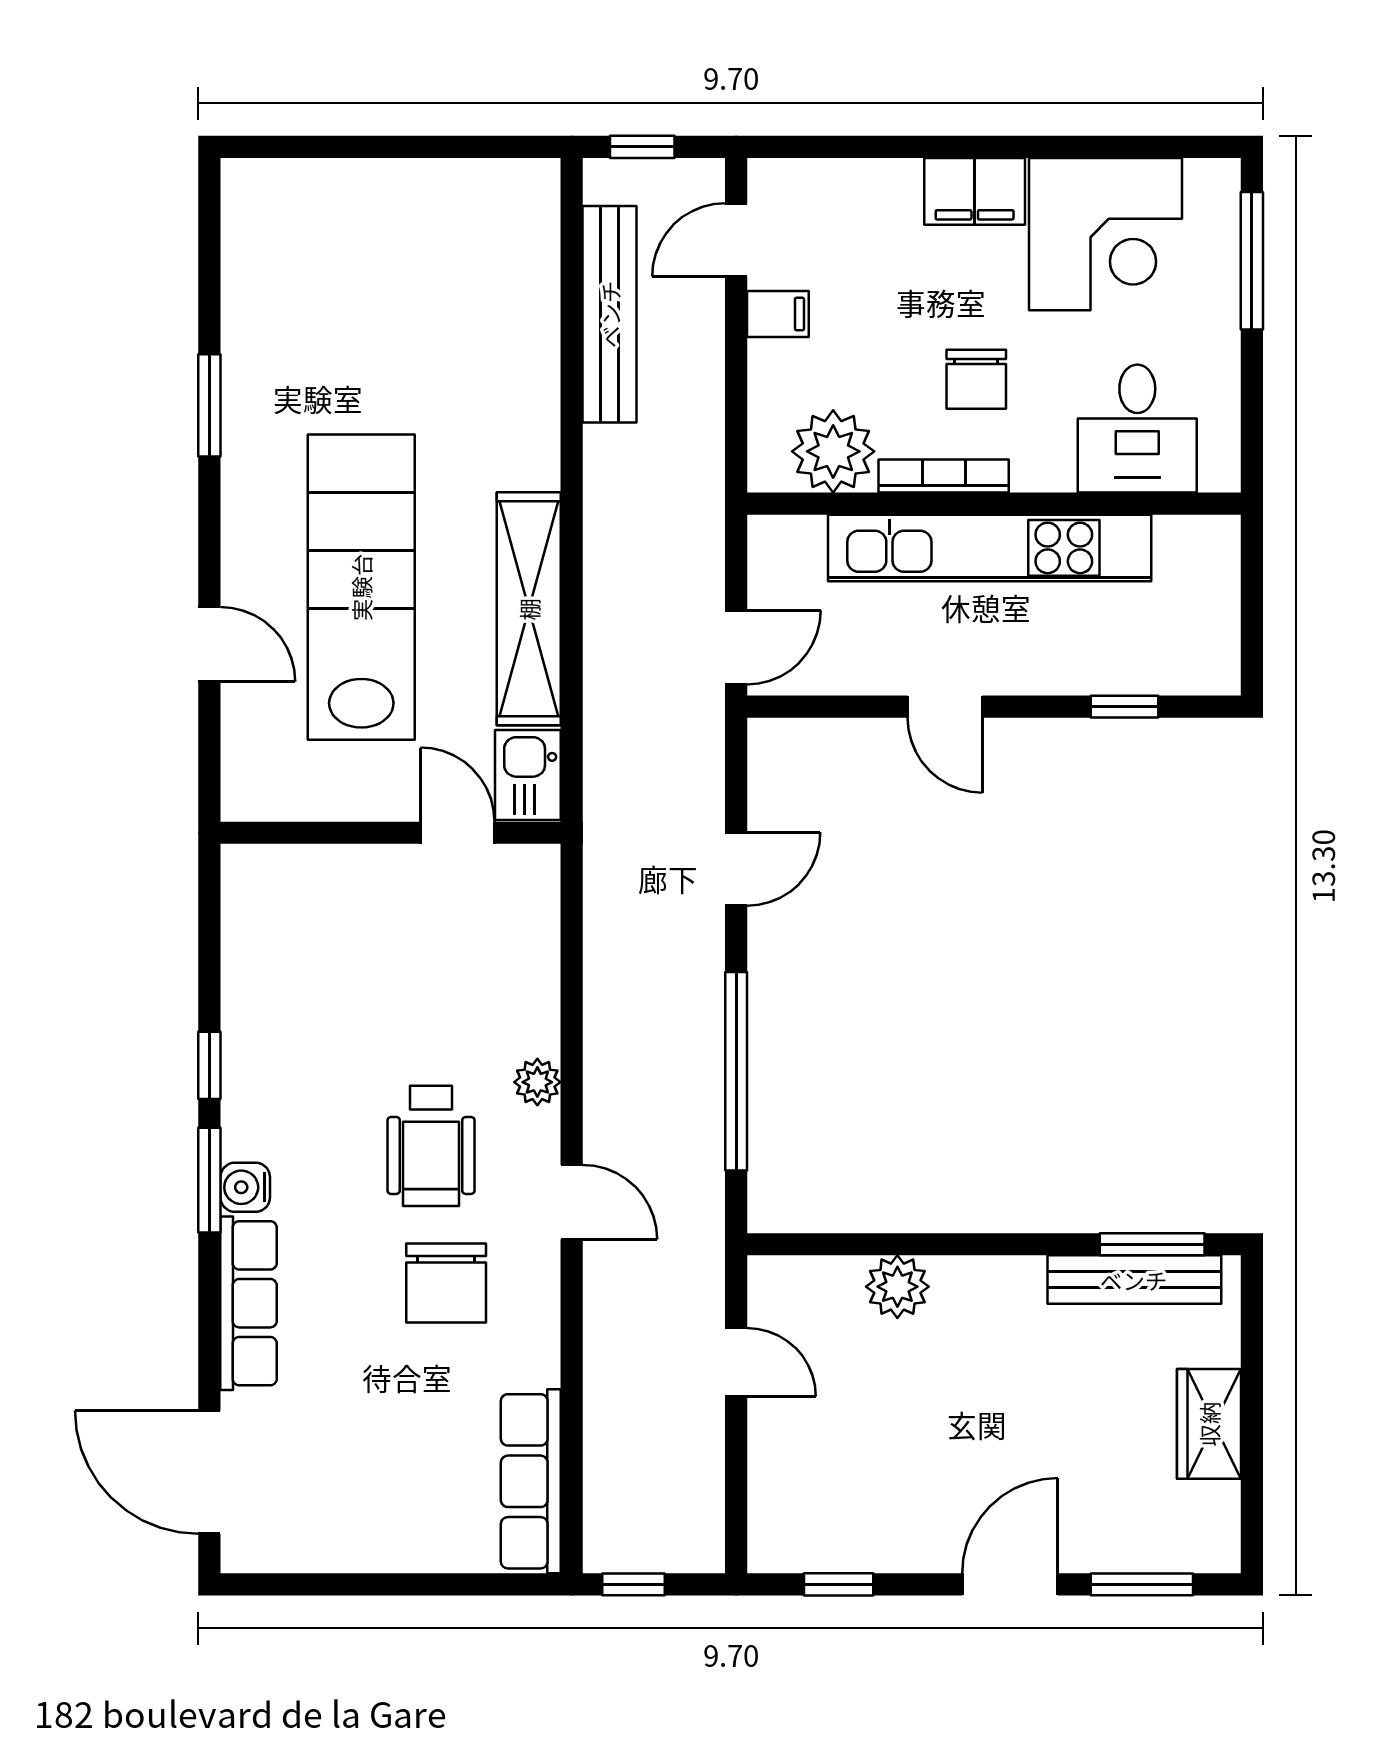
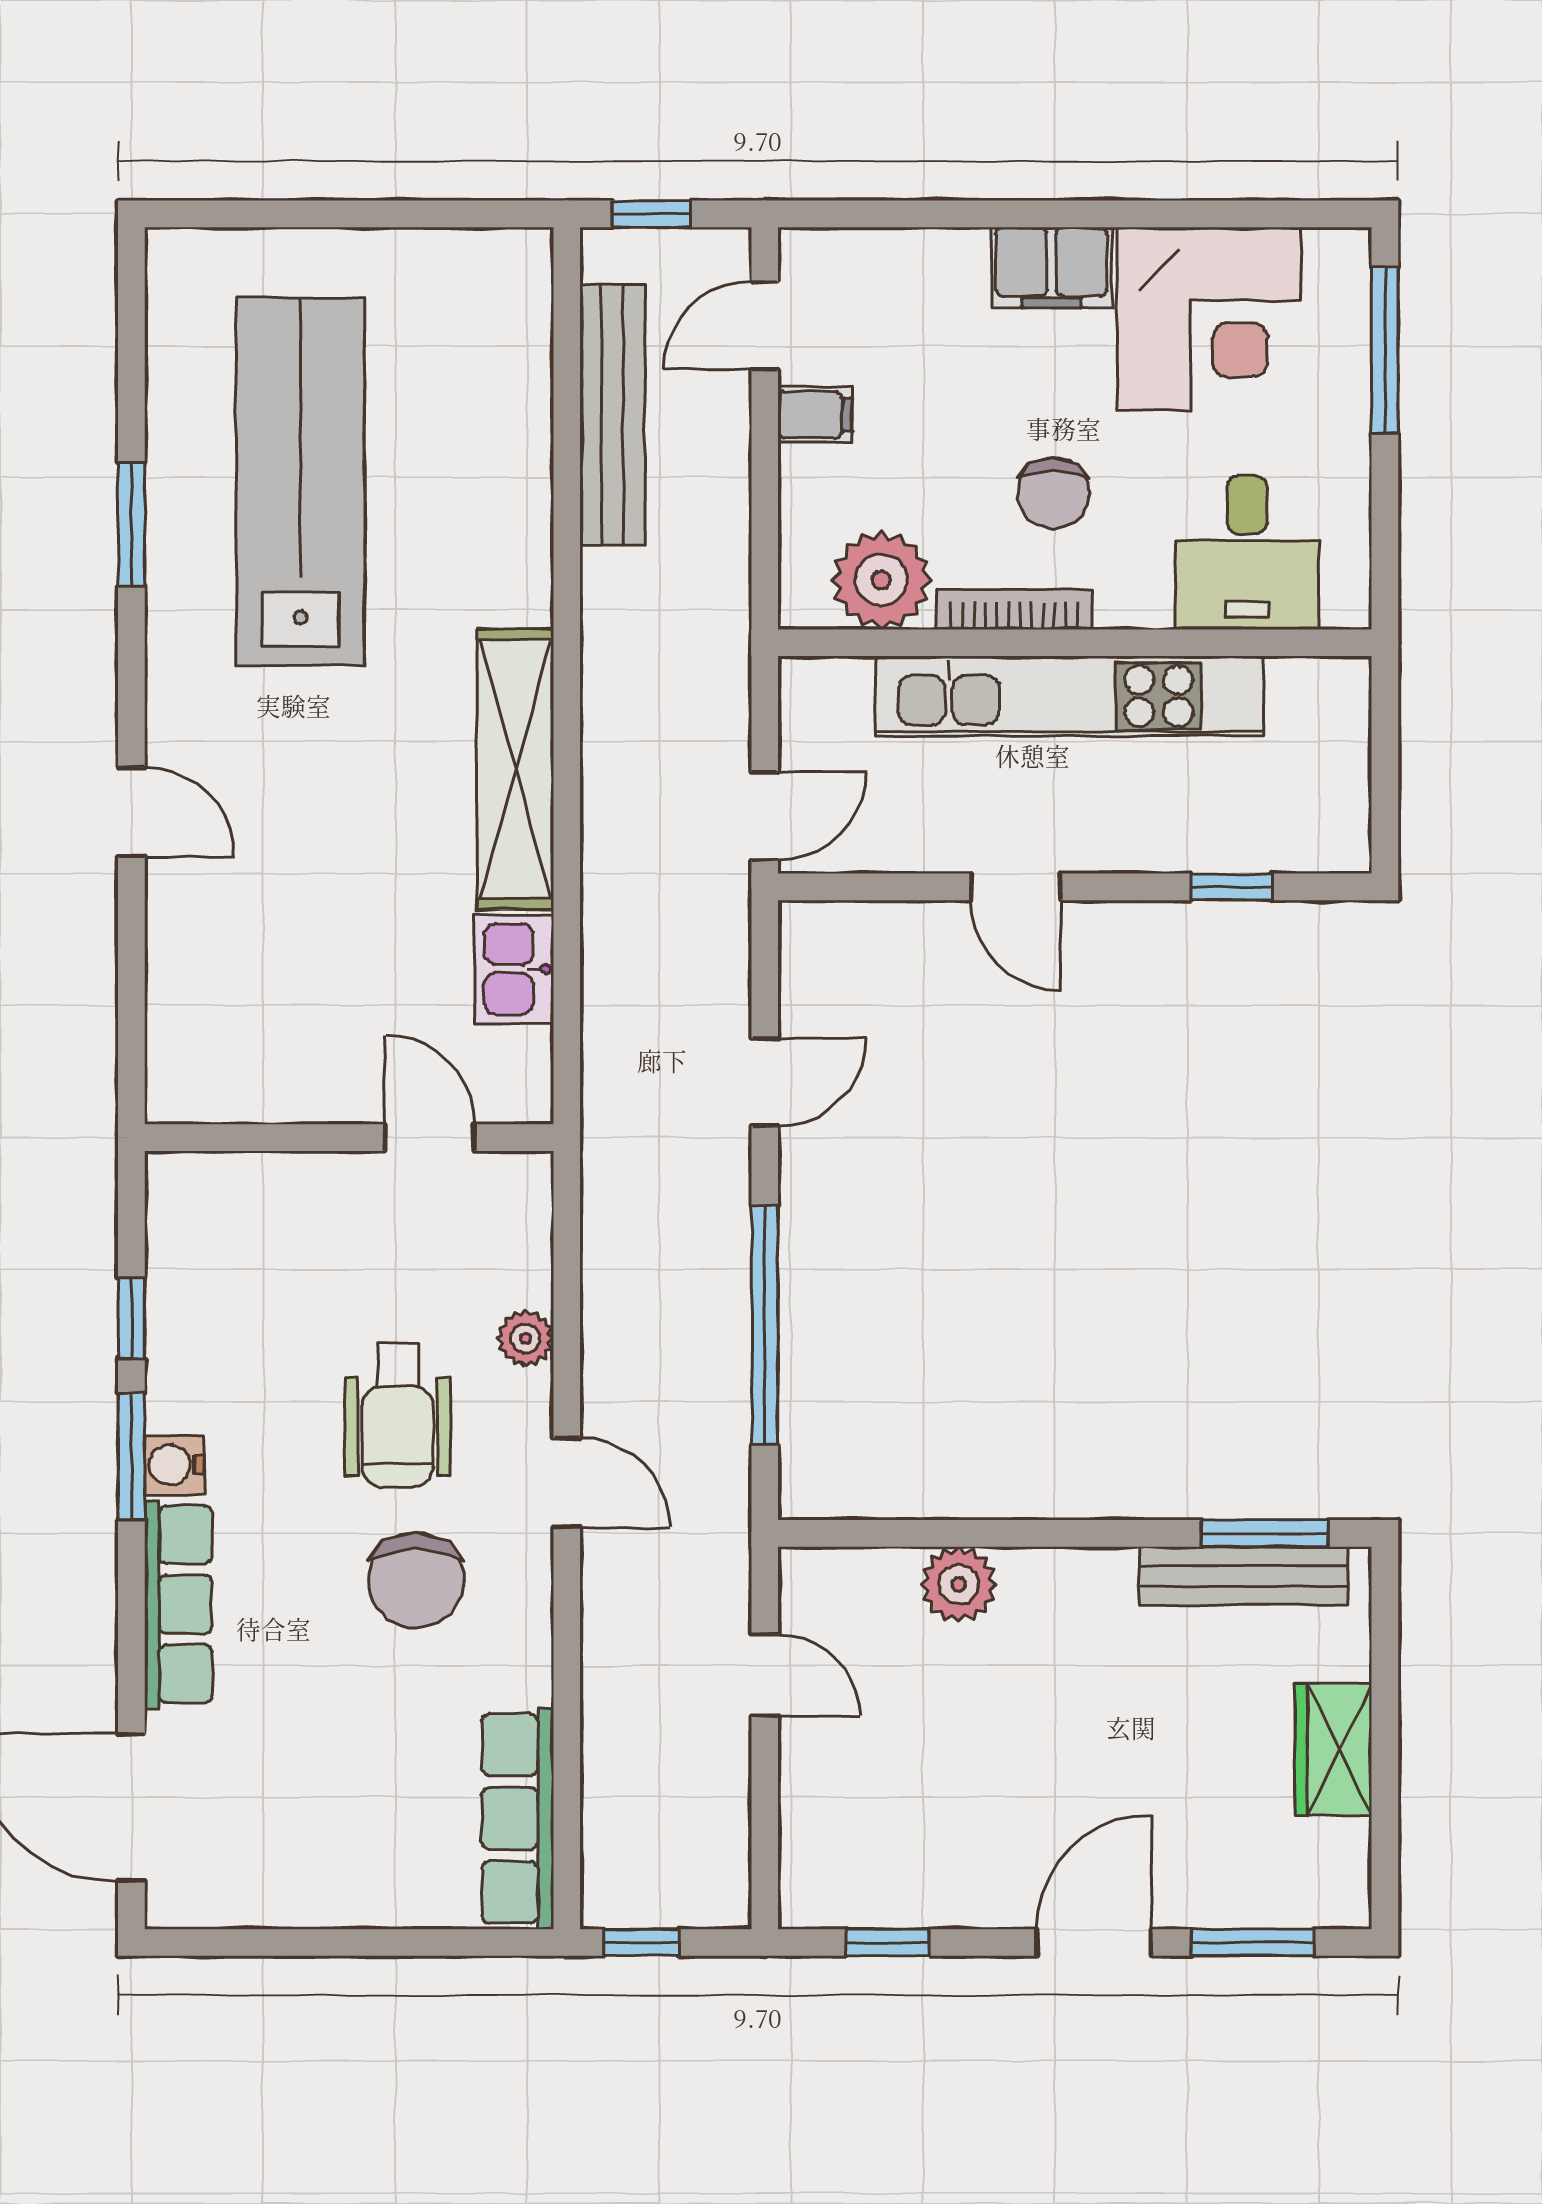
lab bench: (361, 587) -> (300, 481), moved
wall: (391, 833) -> (349, 1138), moved
door: (458, 833) -> (430, 1138), moved

